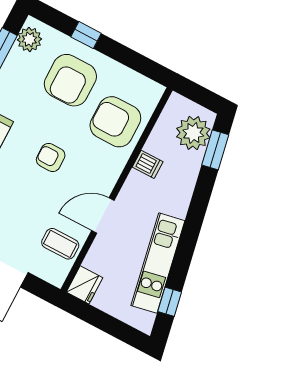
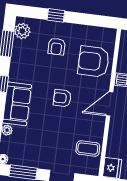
armchair: (70, 80) -> (57, 46), width x0.53, depth x0.53
door: (103, 216) -> (110, 104), moved

